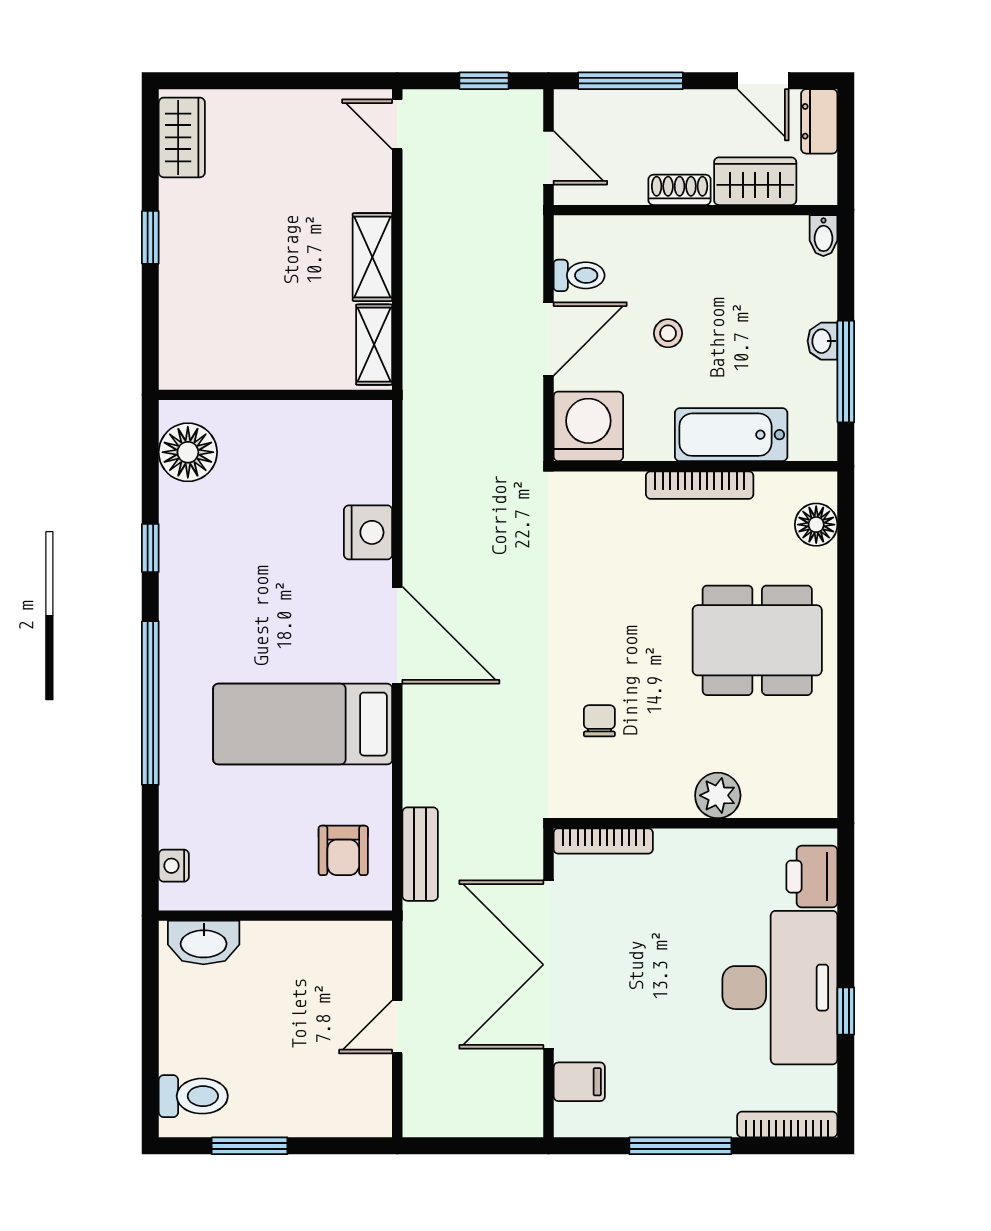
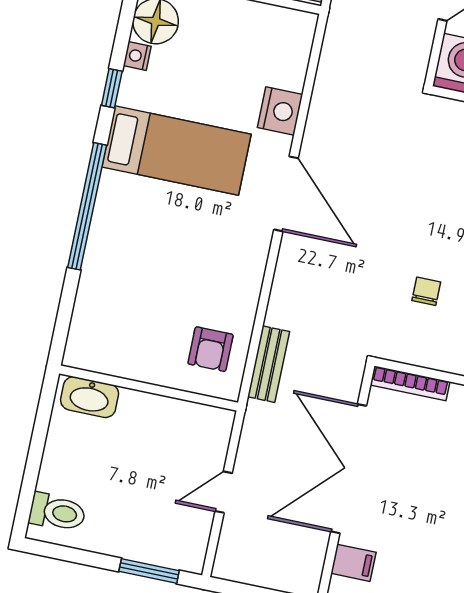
bed: (303, 724) -> (177, 151), moved, turned 180
nightstand: (174, 866) -> (137, 56), moved
window: (250, 1146) -> (149, 571), moved

